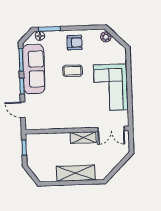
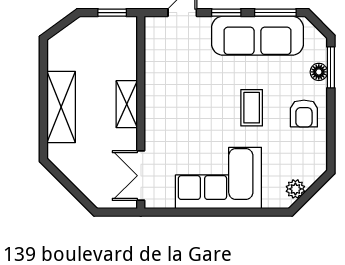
floor lamp: (40, 36) -> (319, 72), moved
plant: (106, 37) -> (295, 189), moved
shelving: (83, 138) -> (127, 104), moved

